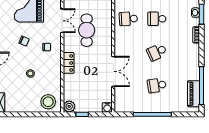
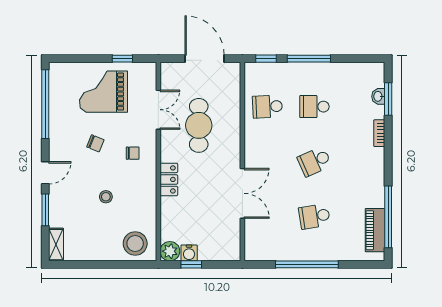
water cooler: (107, 107) -> (189, 253), moved

